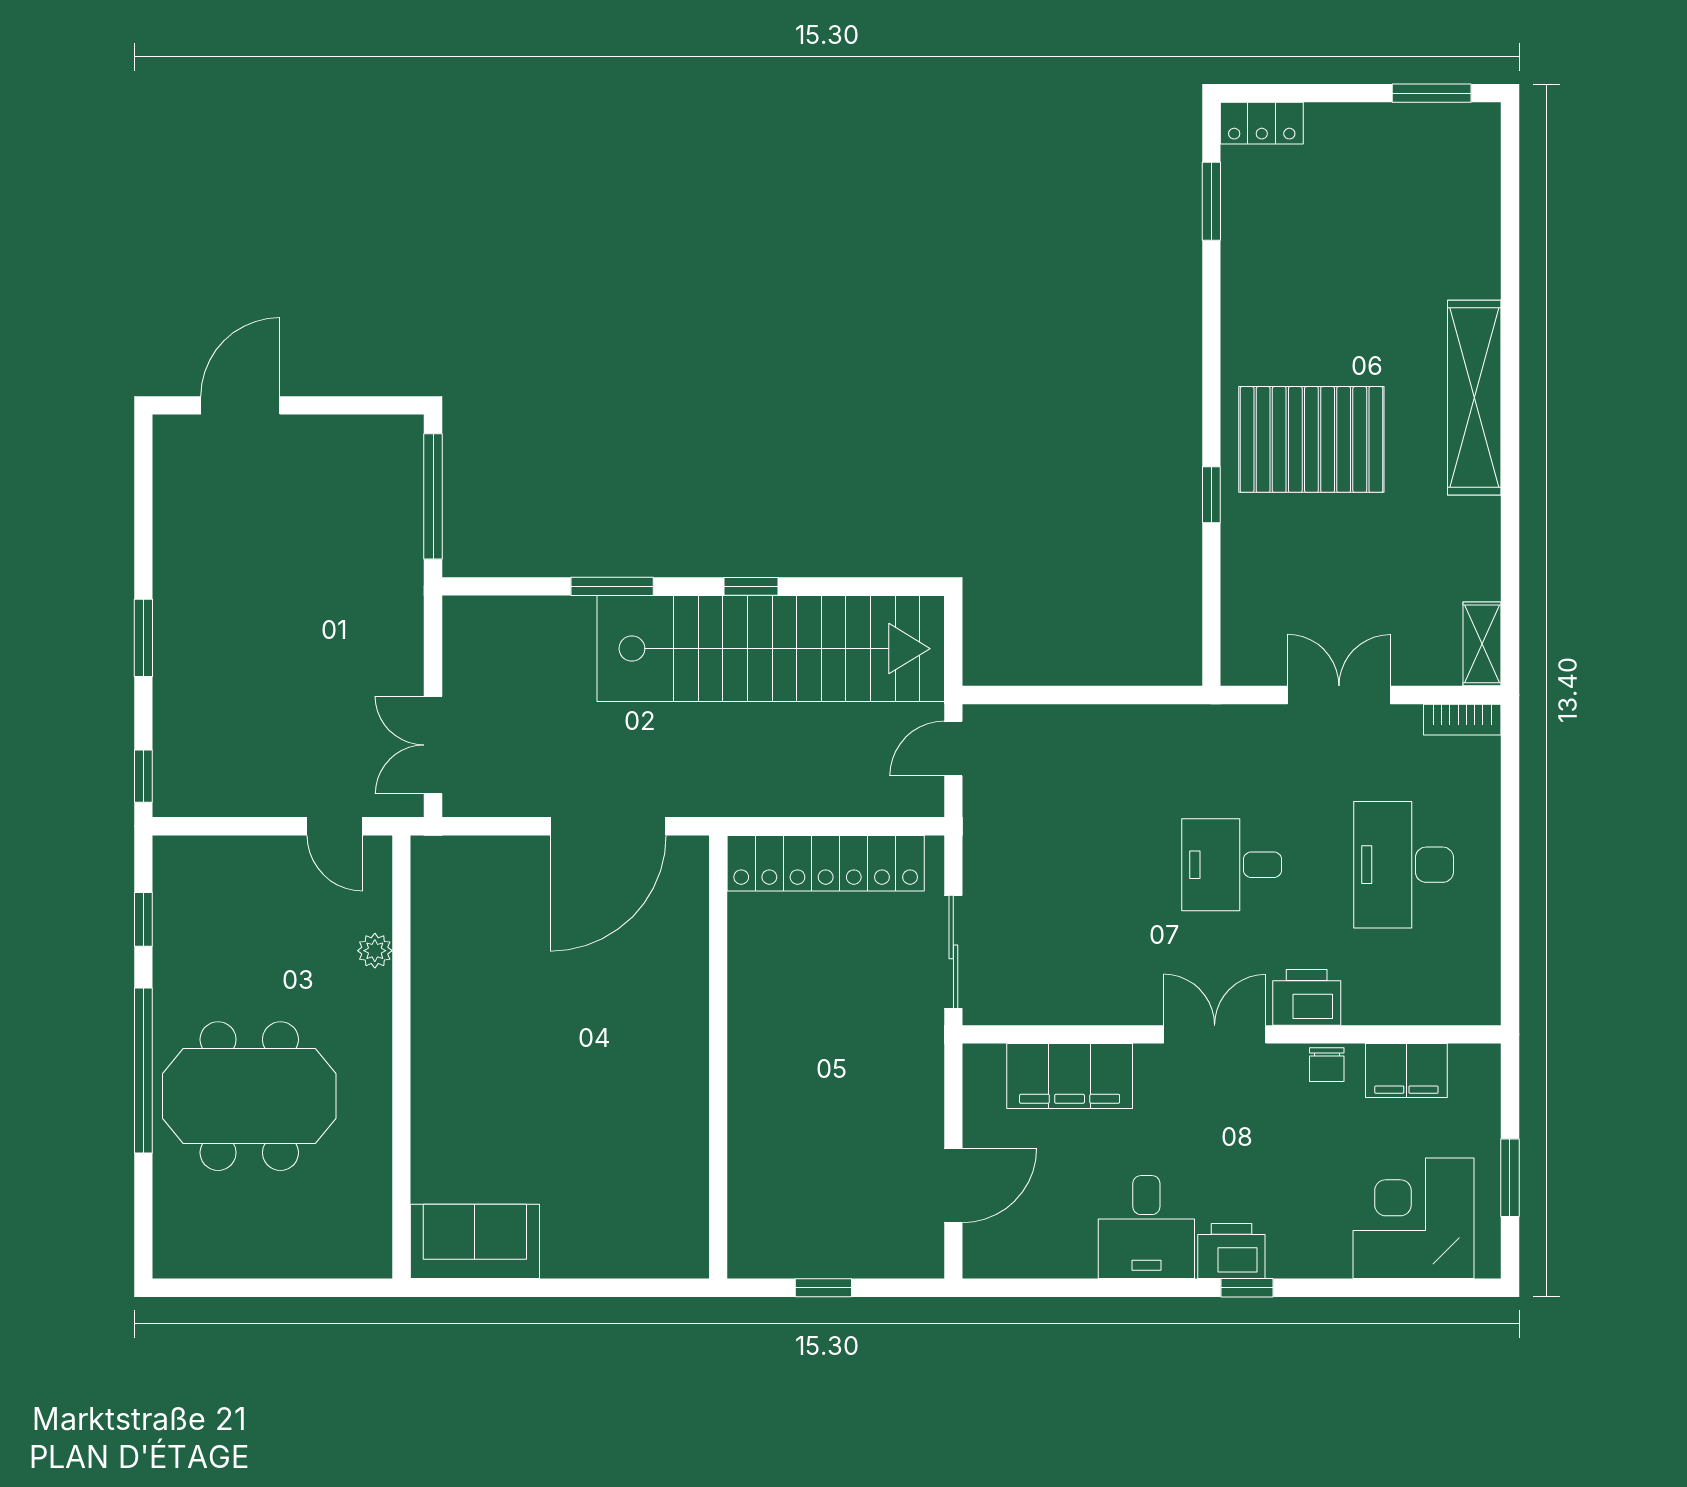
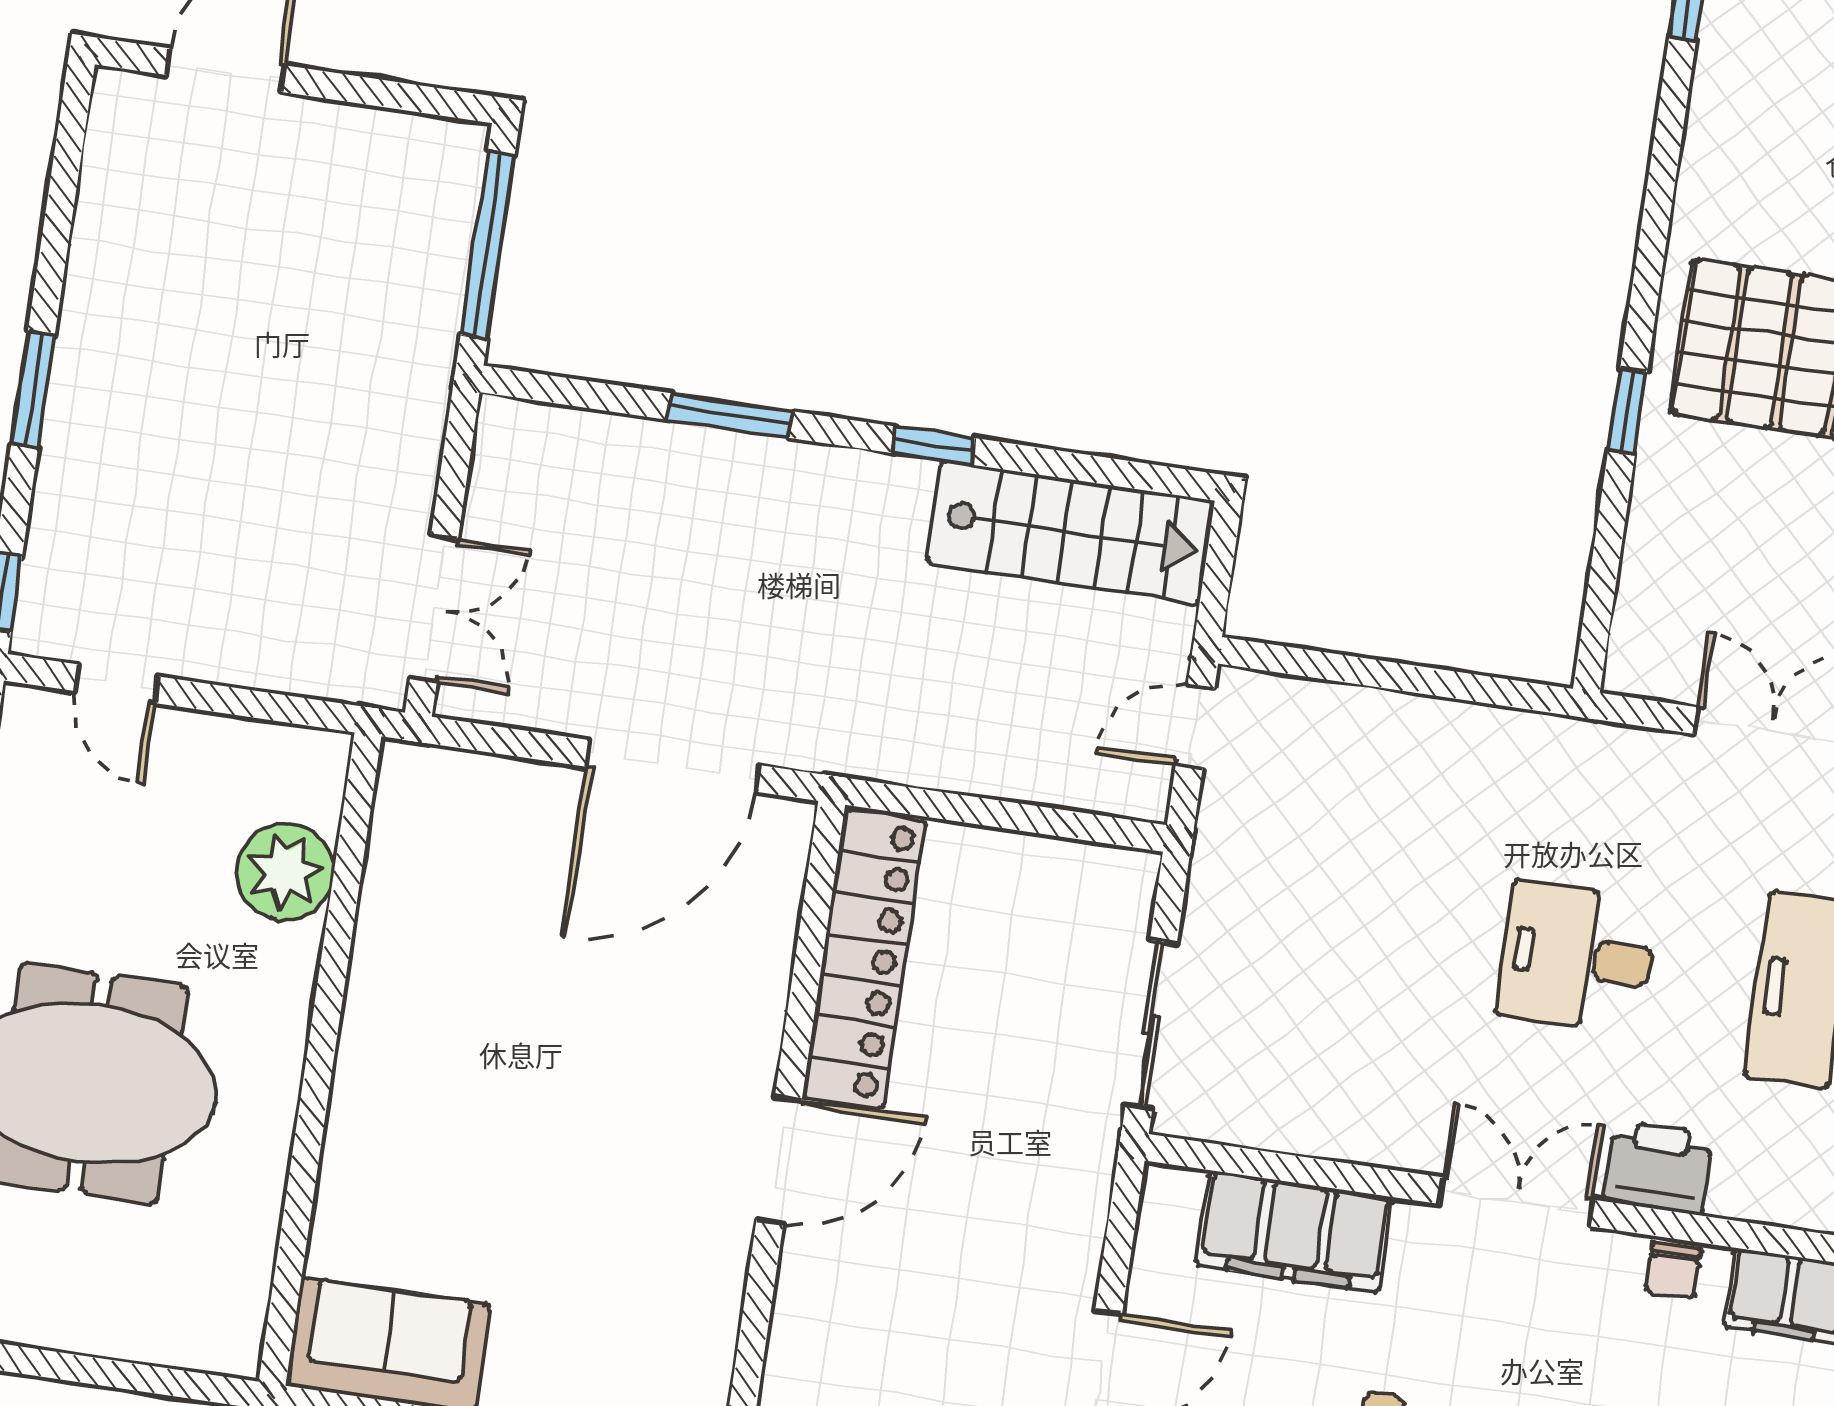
stairs: (771, 649) -> (1071, 532), width x0.54, depth x0.66
double door: (433, 745) -> (434, 609), swing flipped
door: (335, 826) -> (117, 684), moved
locker: (826, 863) -> (864, 959), moved, turned -90
plant: (375, 951) -> (285, 872), width x1.88, depth x1.88
door: (718, 1079) -> (779, 1160), added

